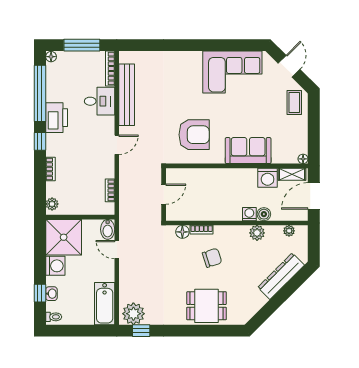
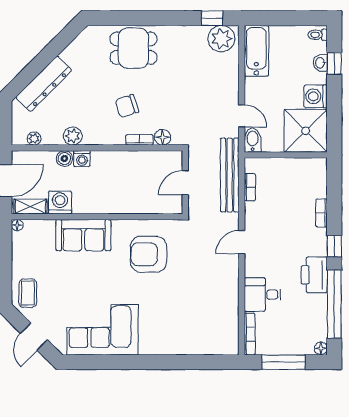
bench: (127, 95) -> (230, 175), moved
plant: (52, 204) -> (320, 171), removed

